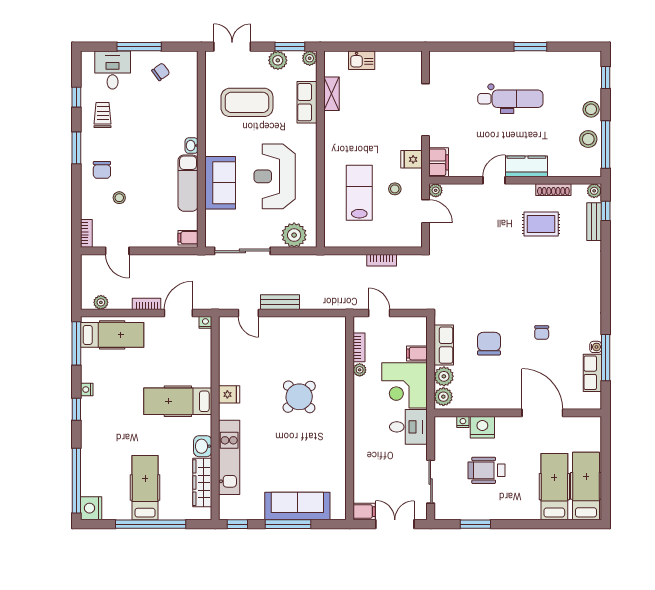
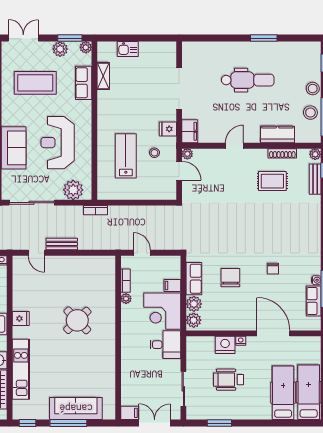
kitchen counter: (526, 166) -> (277, 135), moved
bookcase: (382, 260) -> (95, 210), moved
nightstand: (463, 422) -> (241, 341), moved

